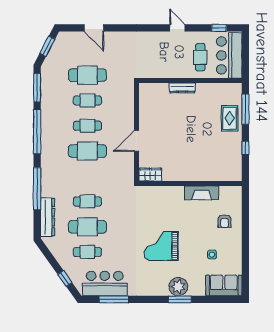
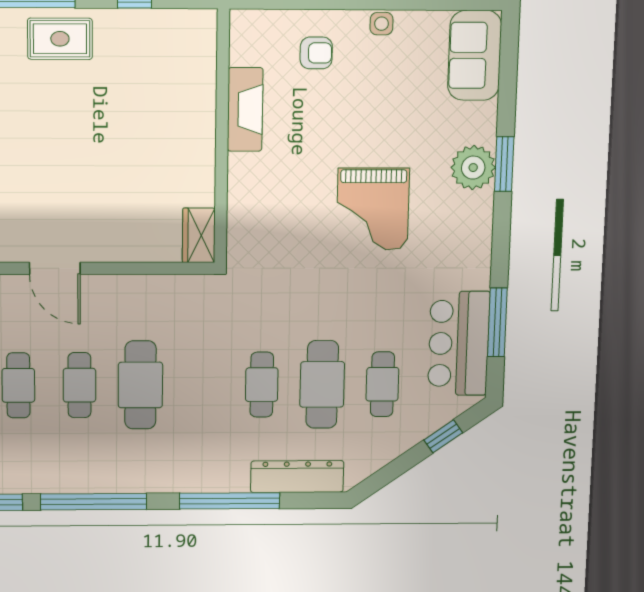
door: (137, 141) -> (55, 268), moved
side table: (212, 255) -> (381, 24), moved

